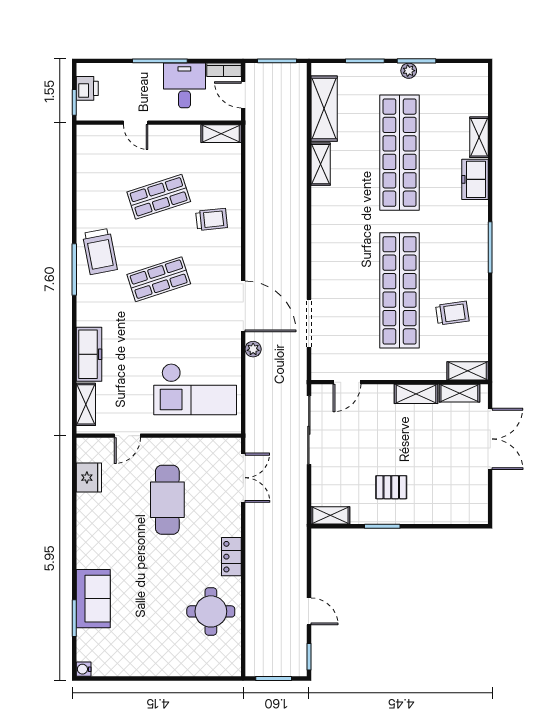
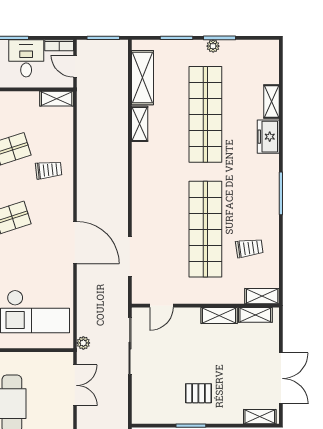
plant: (253, 349) -> (83, 343), moved
double door: (490, 439) -> (281, 378), moved
shelving: (330, 515) -> (260, 417), moved

